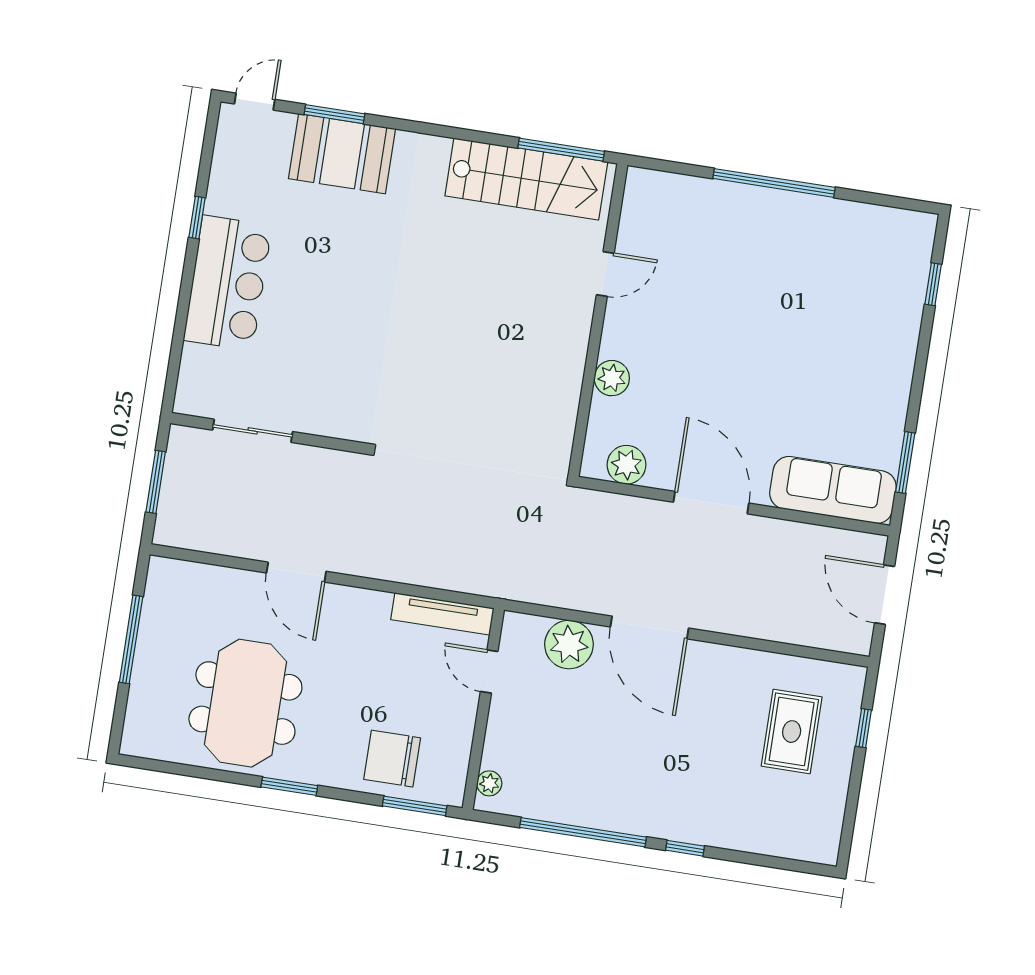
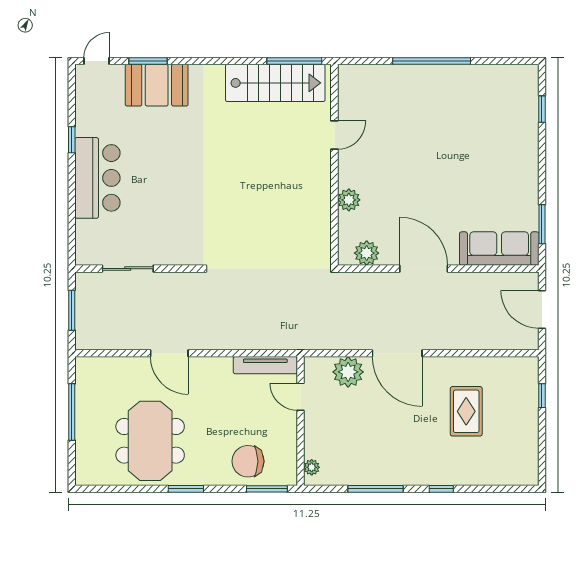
rug: (792, 732) -> (466, 411), moved
window: (583, 832) -> (375, 489), width x0.68

